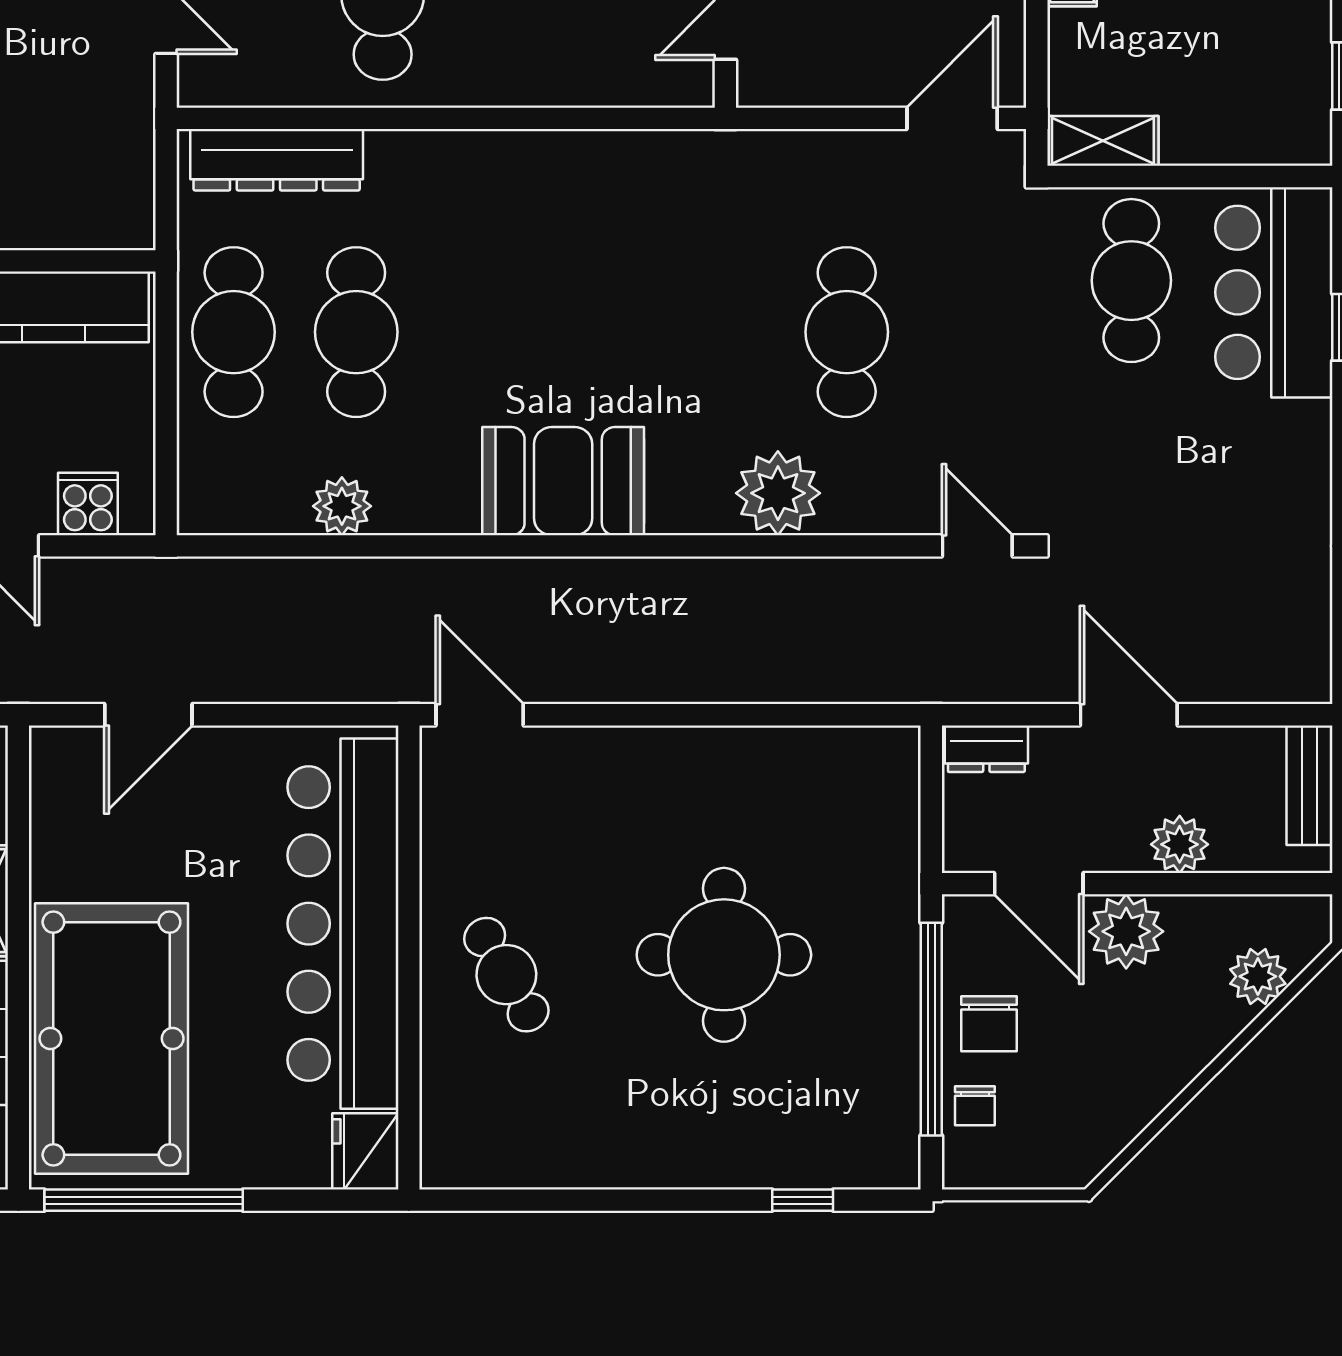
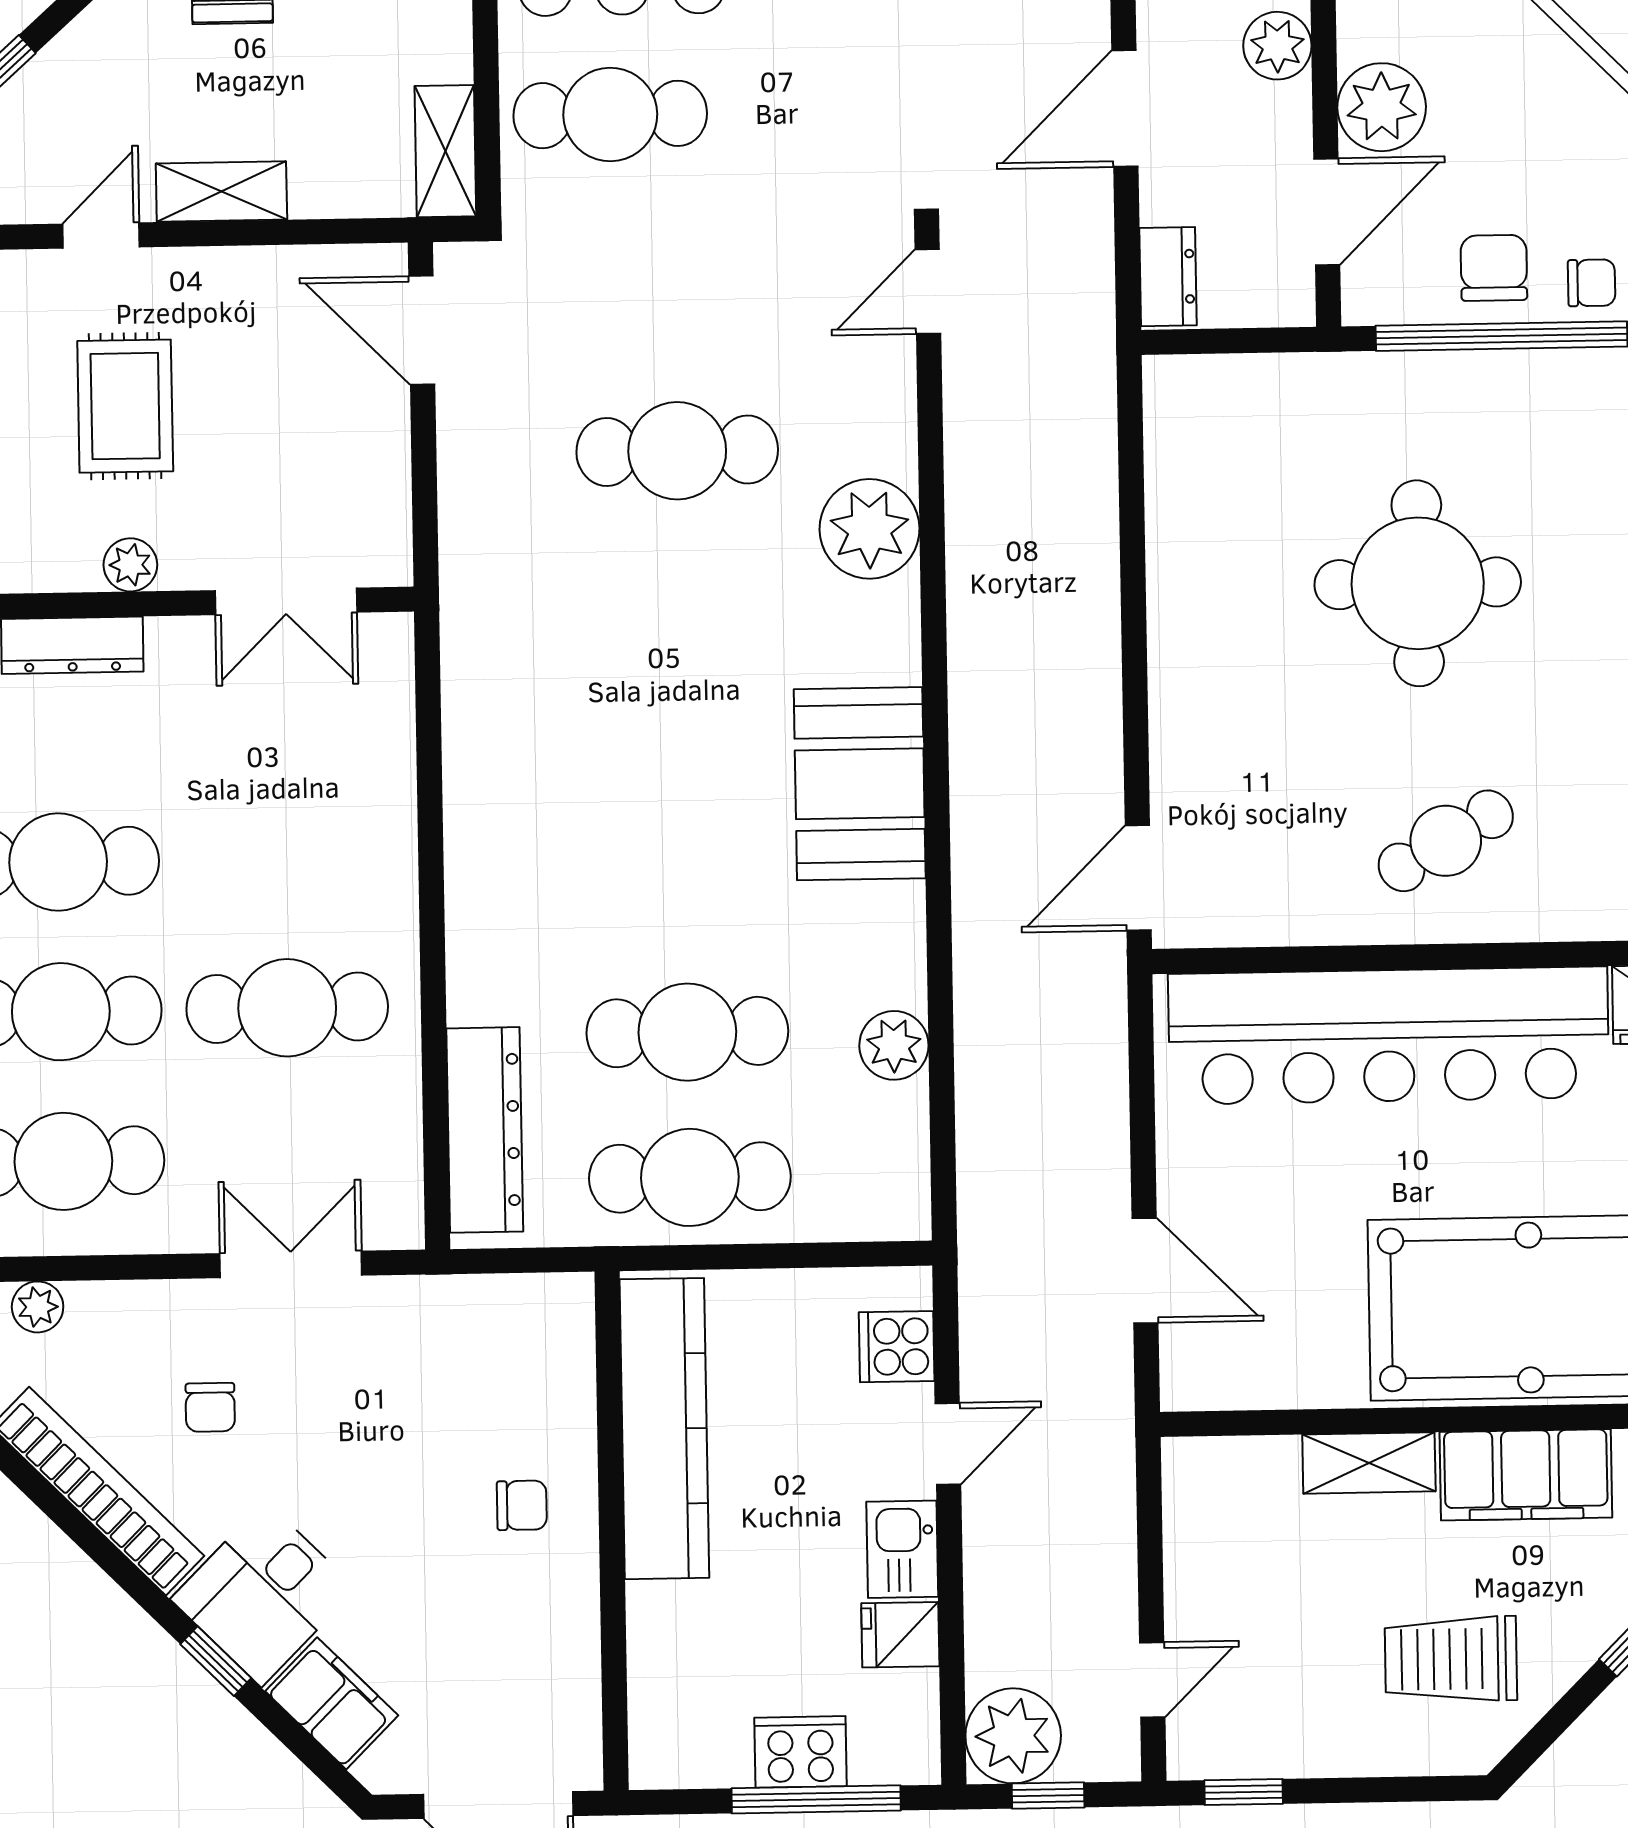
chair: (989, 1024) -> (1494, 268), turned -90

